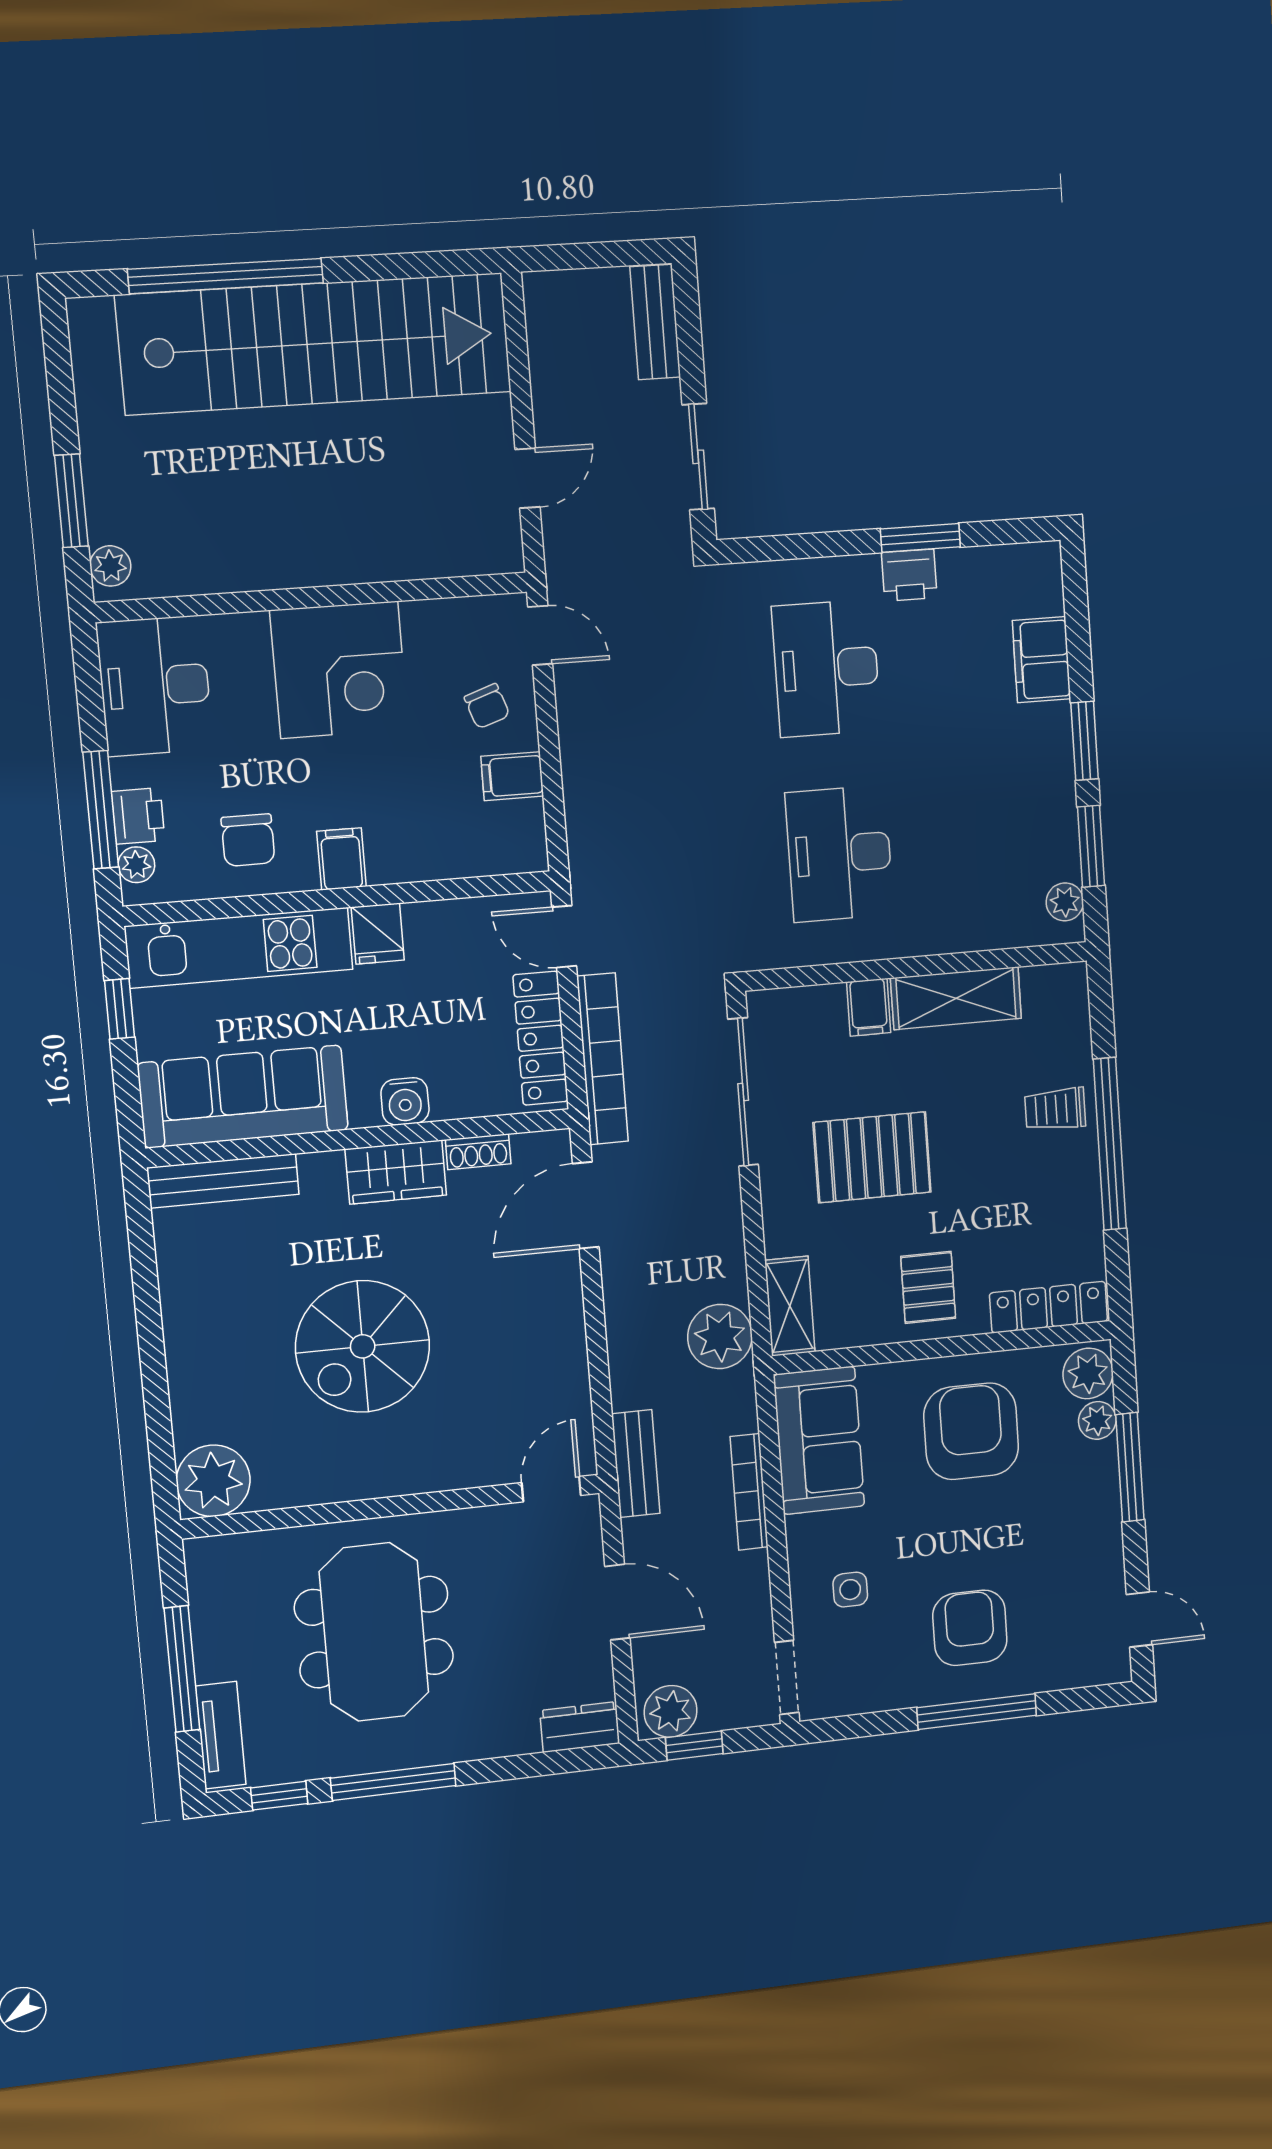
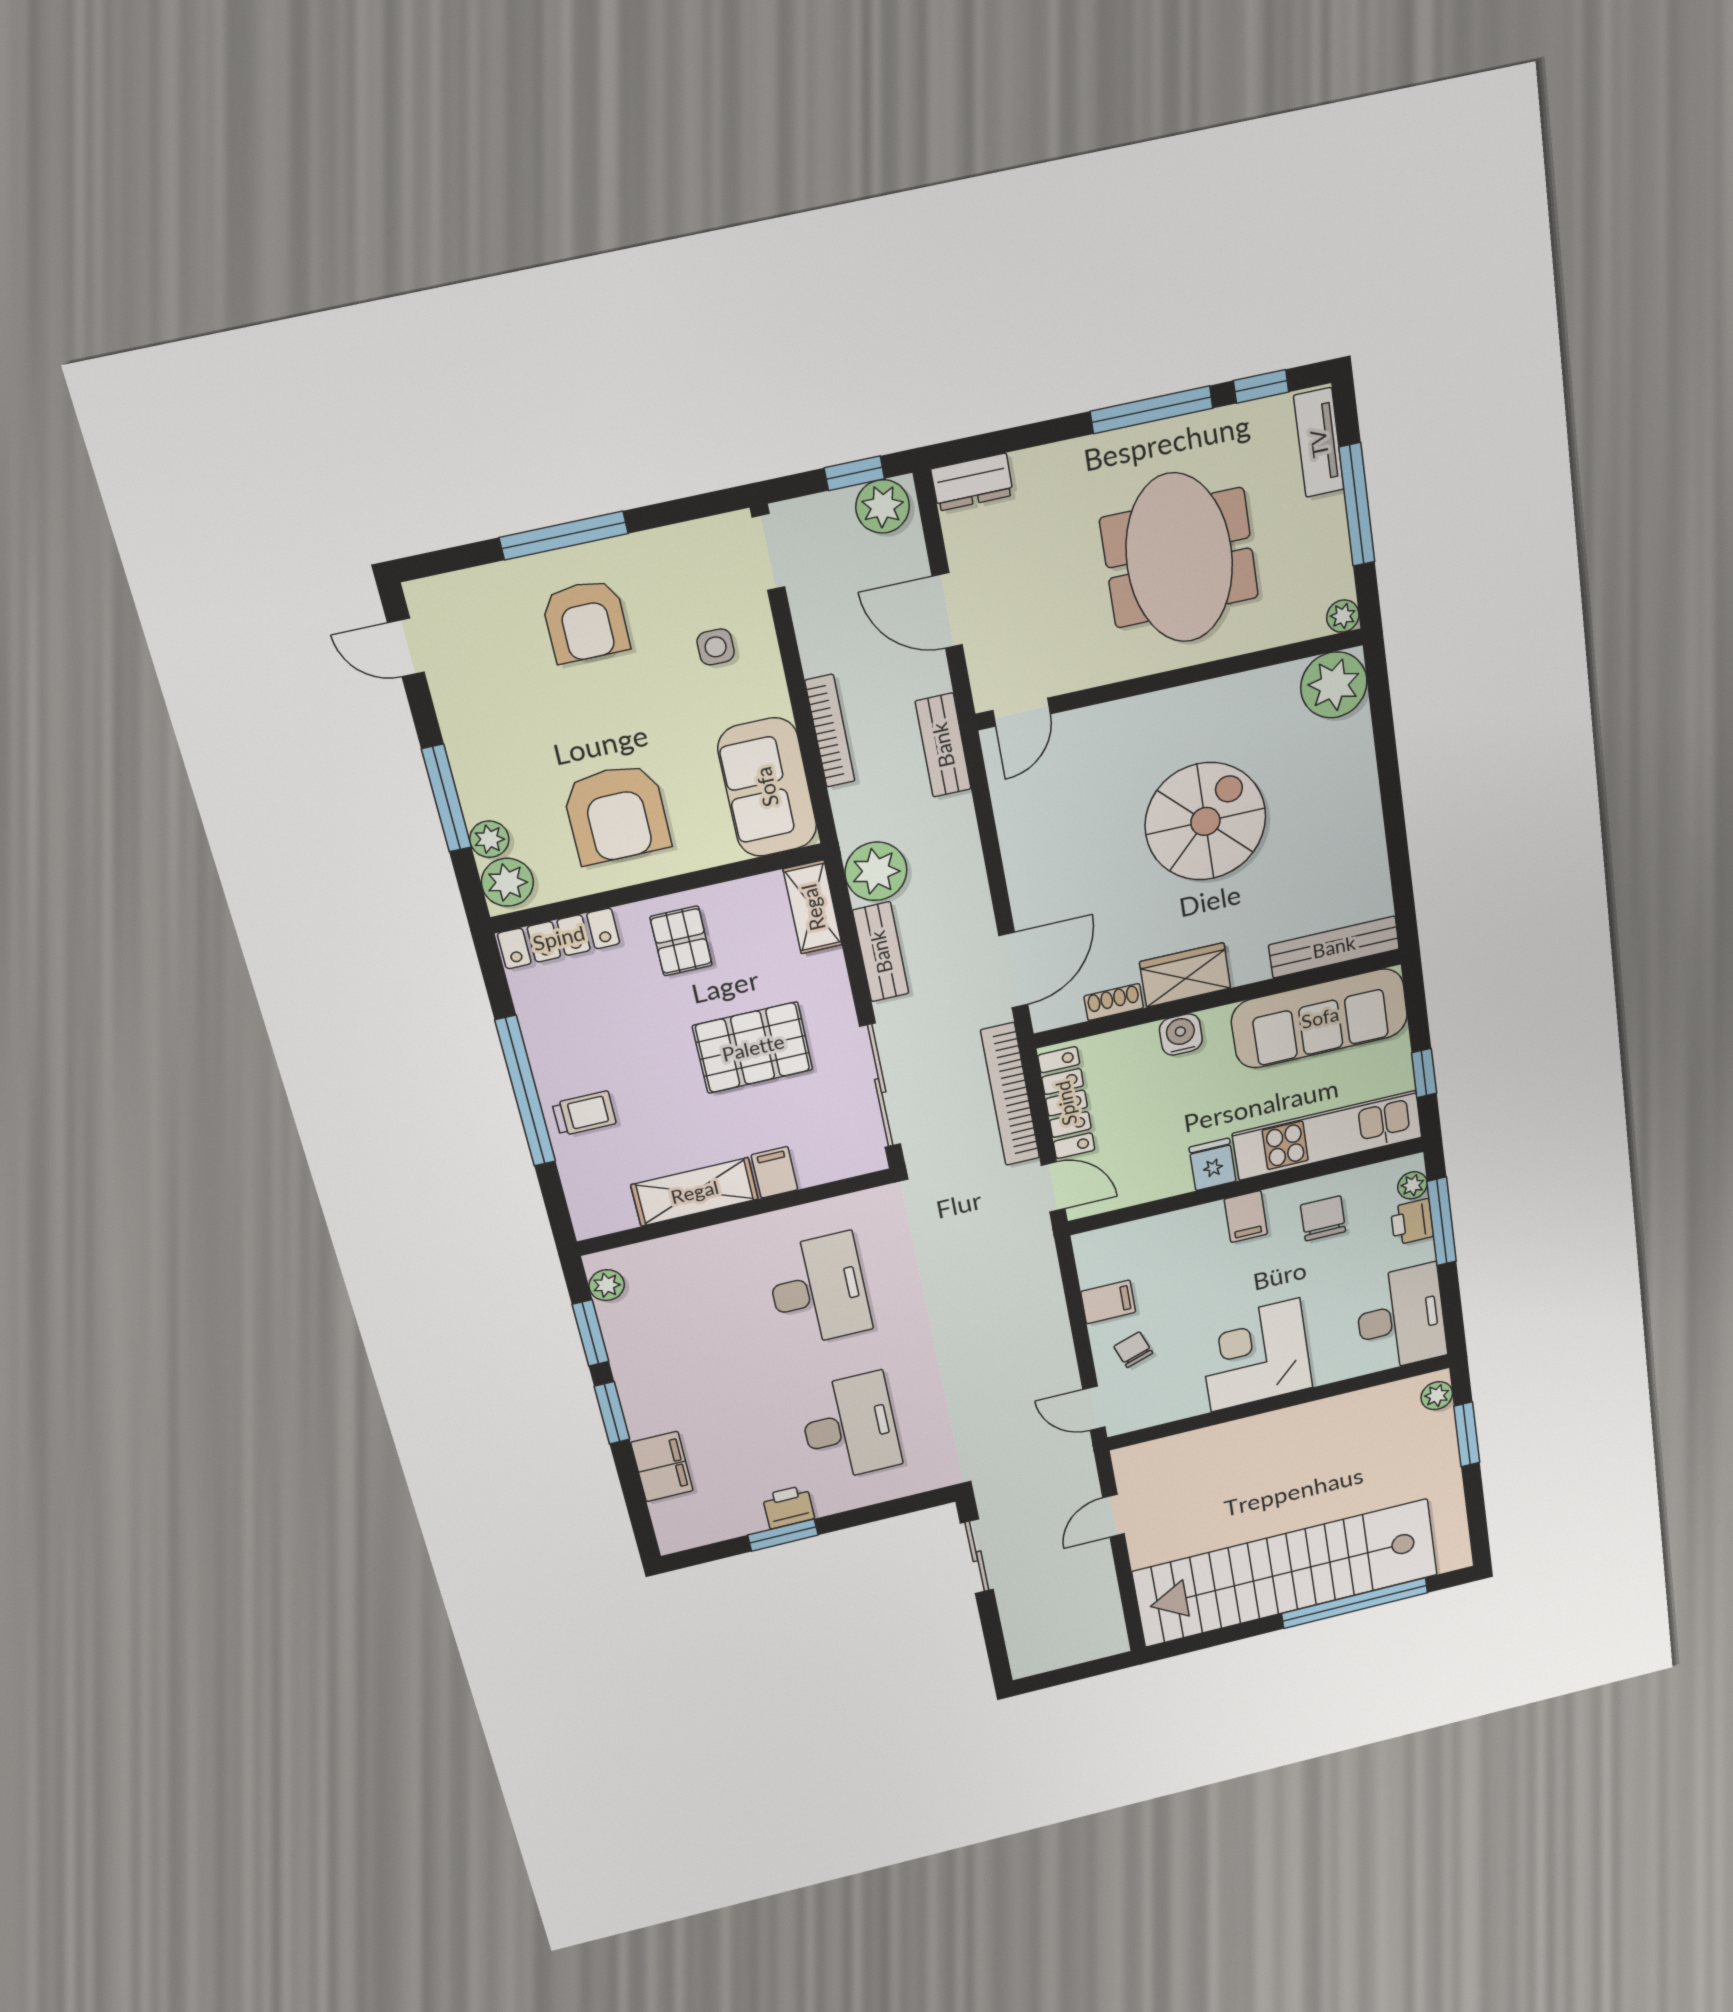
bench: (655, 322) -> (881, 952), moved
plant: (201, 1554) -> (1343, 616), added

